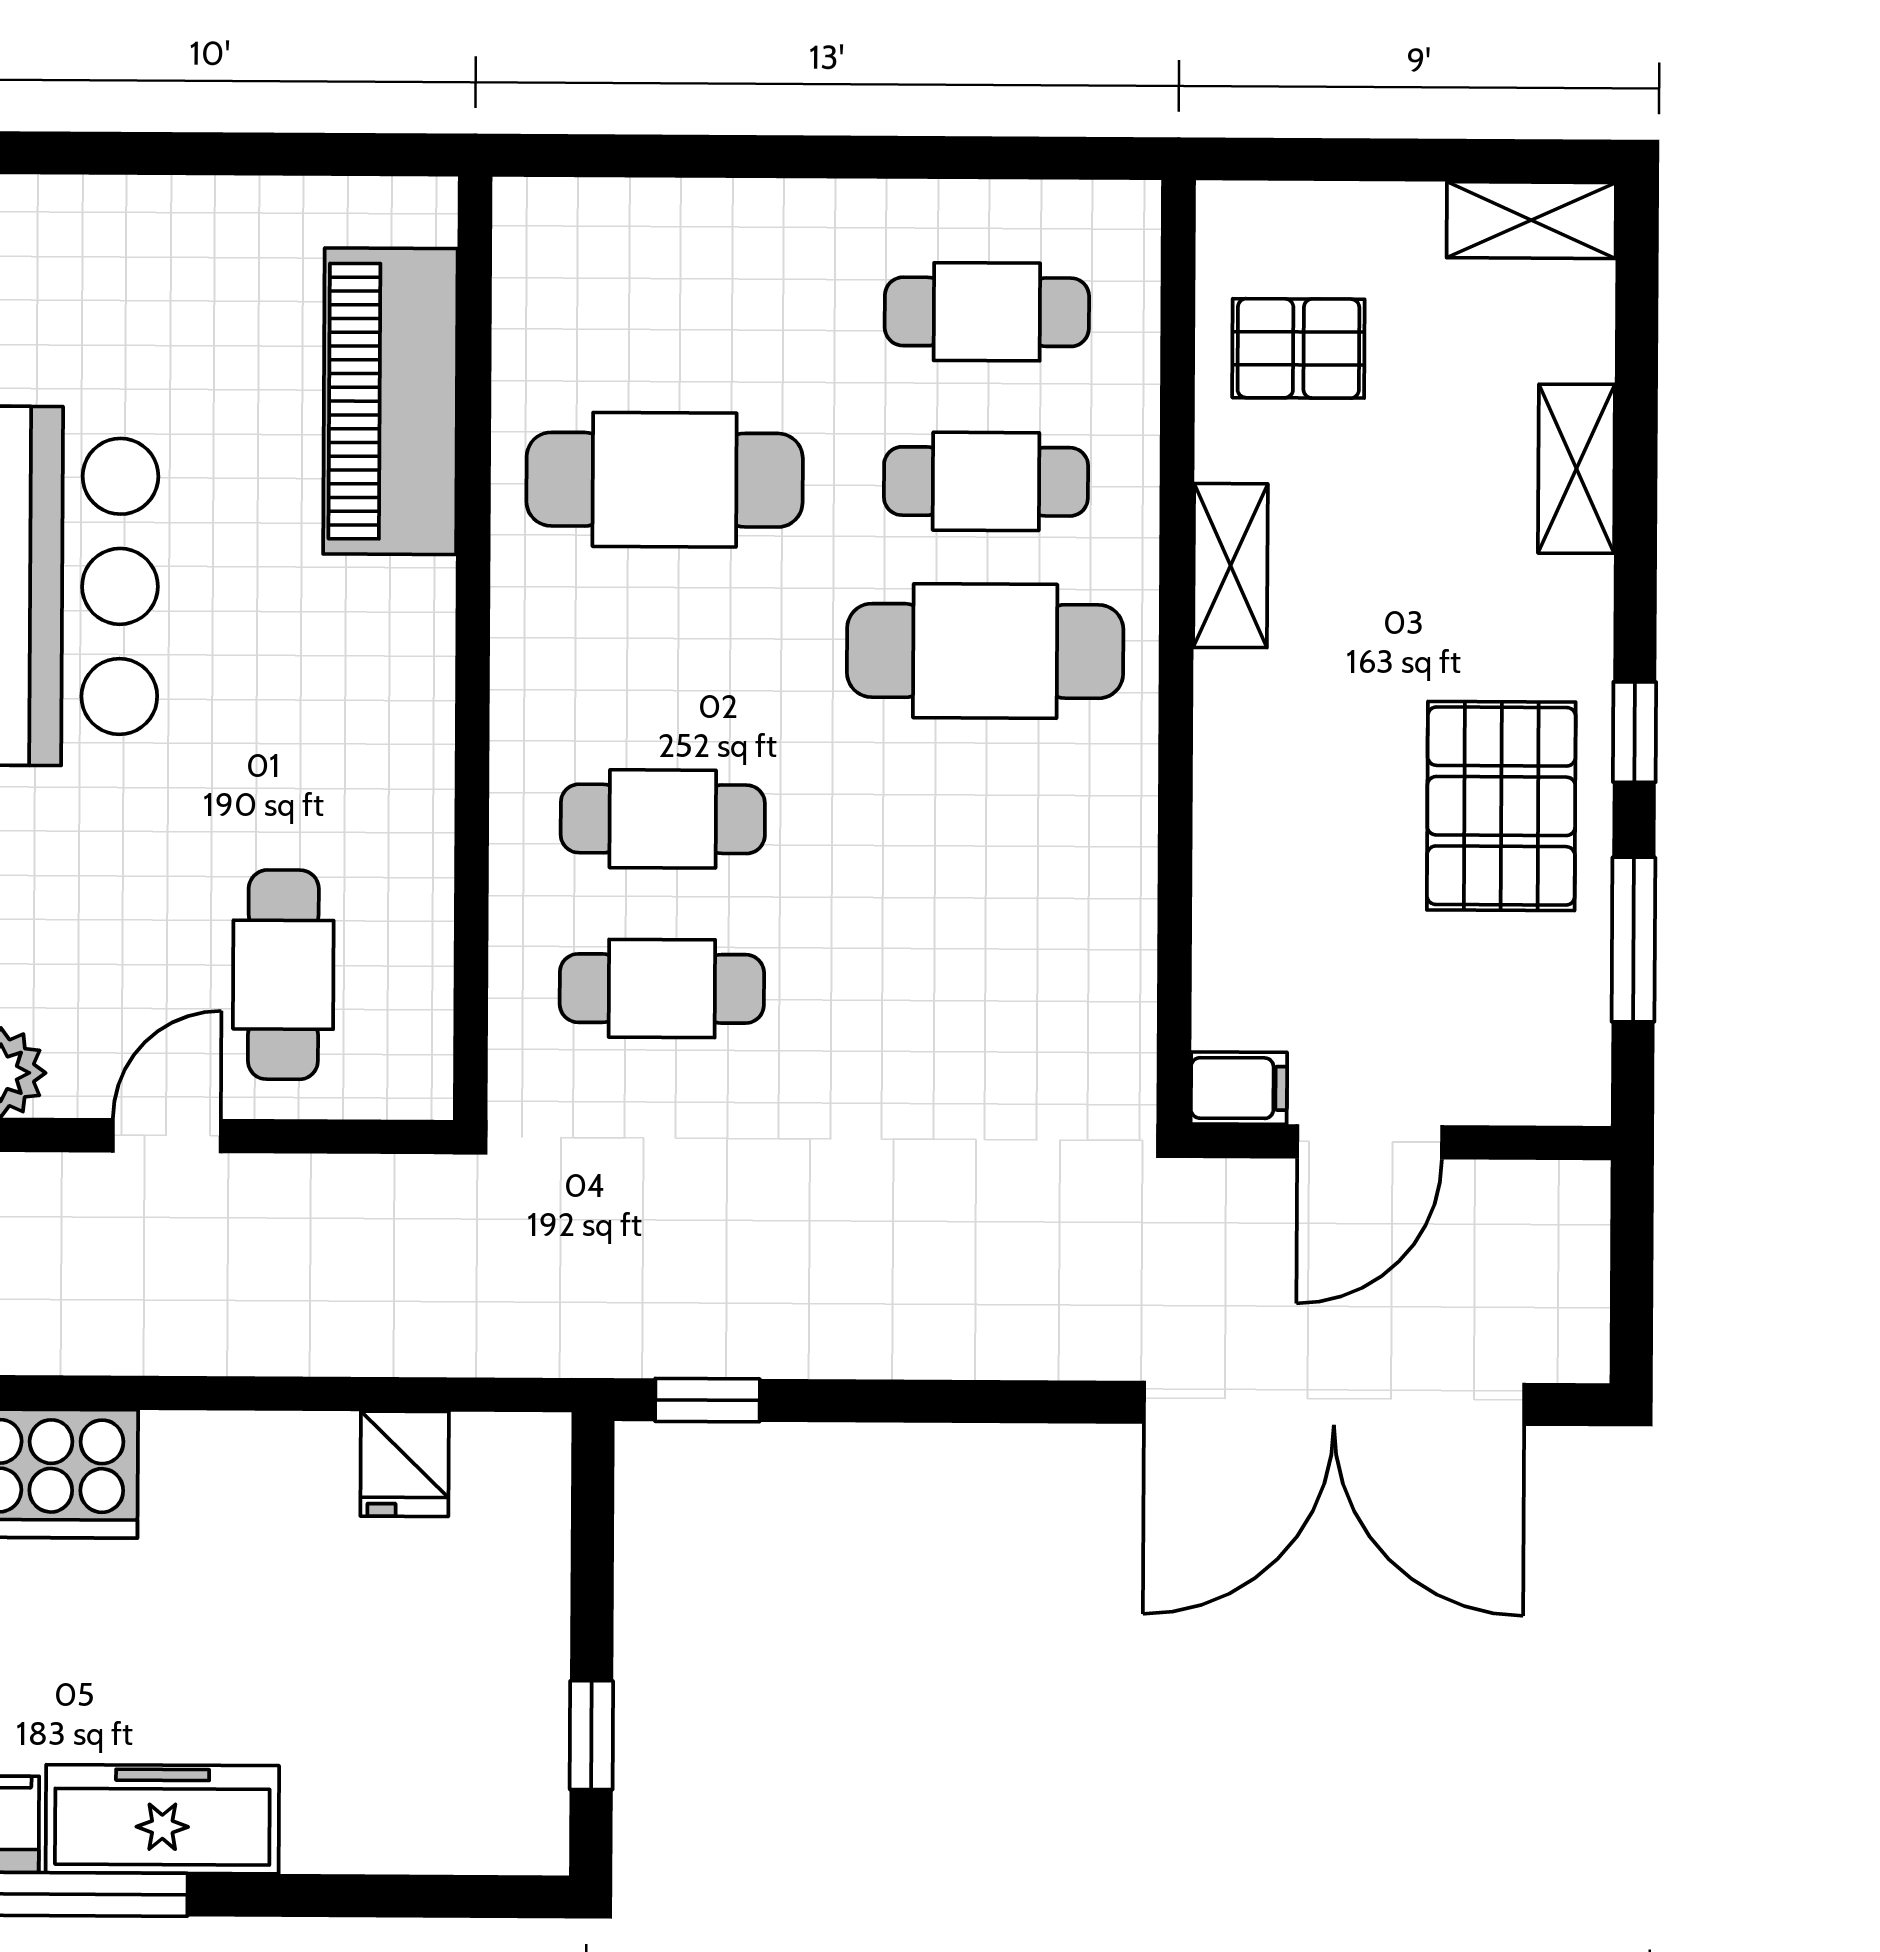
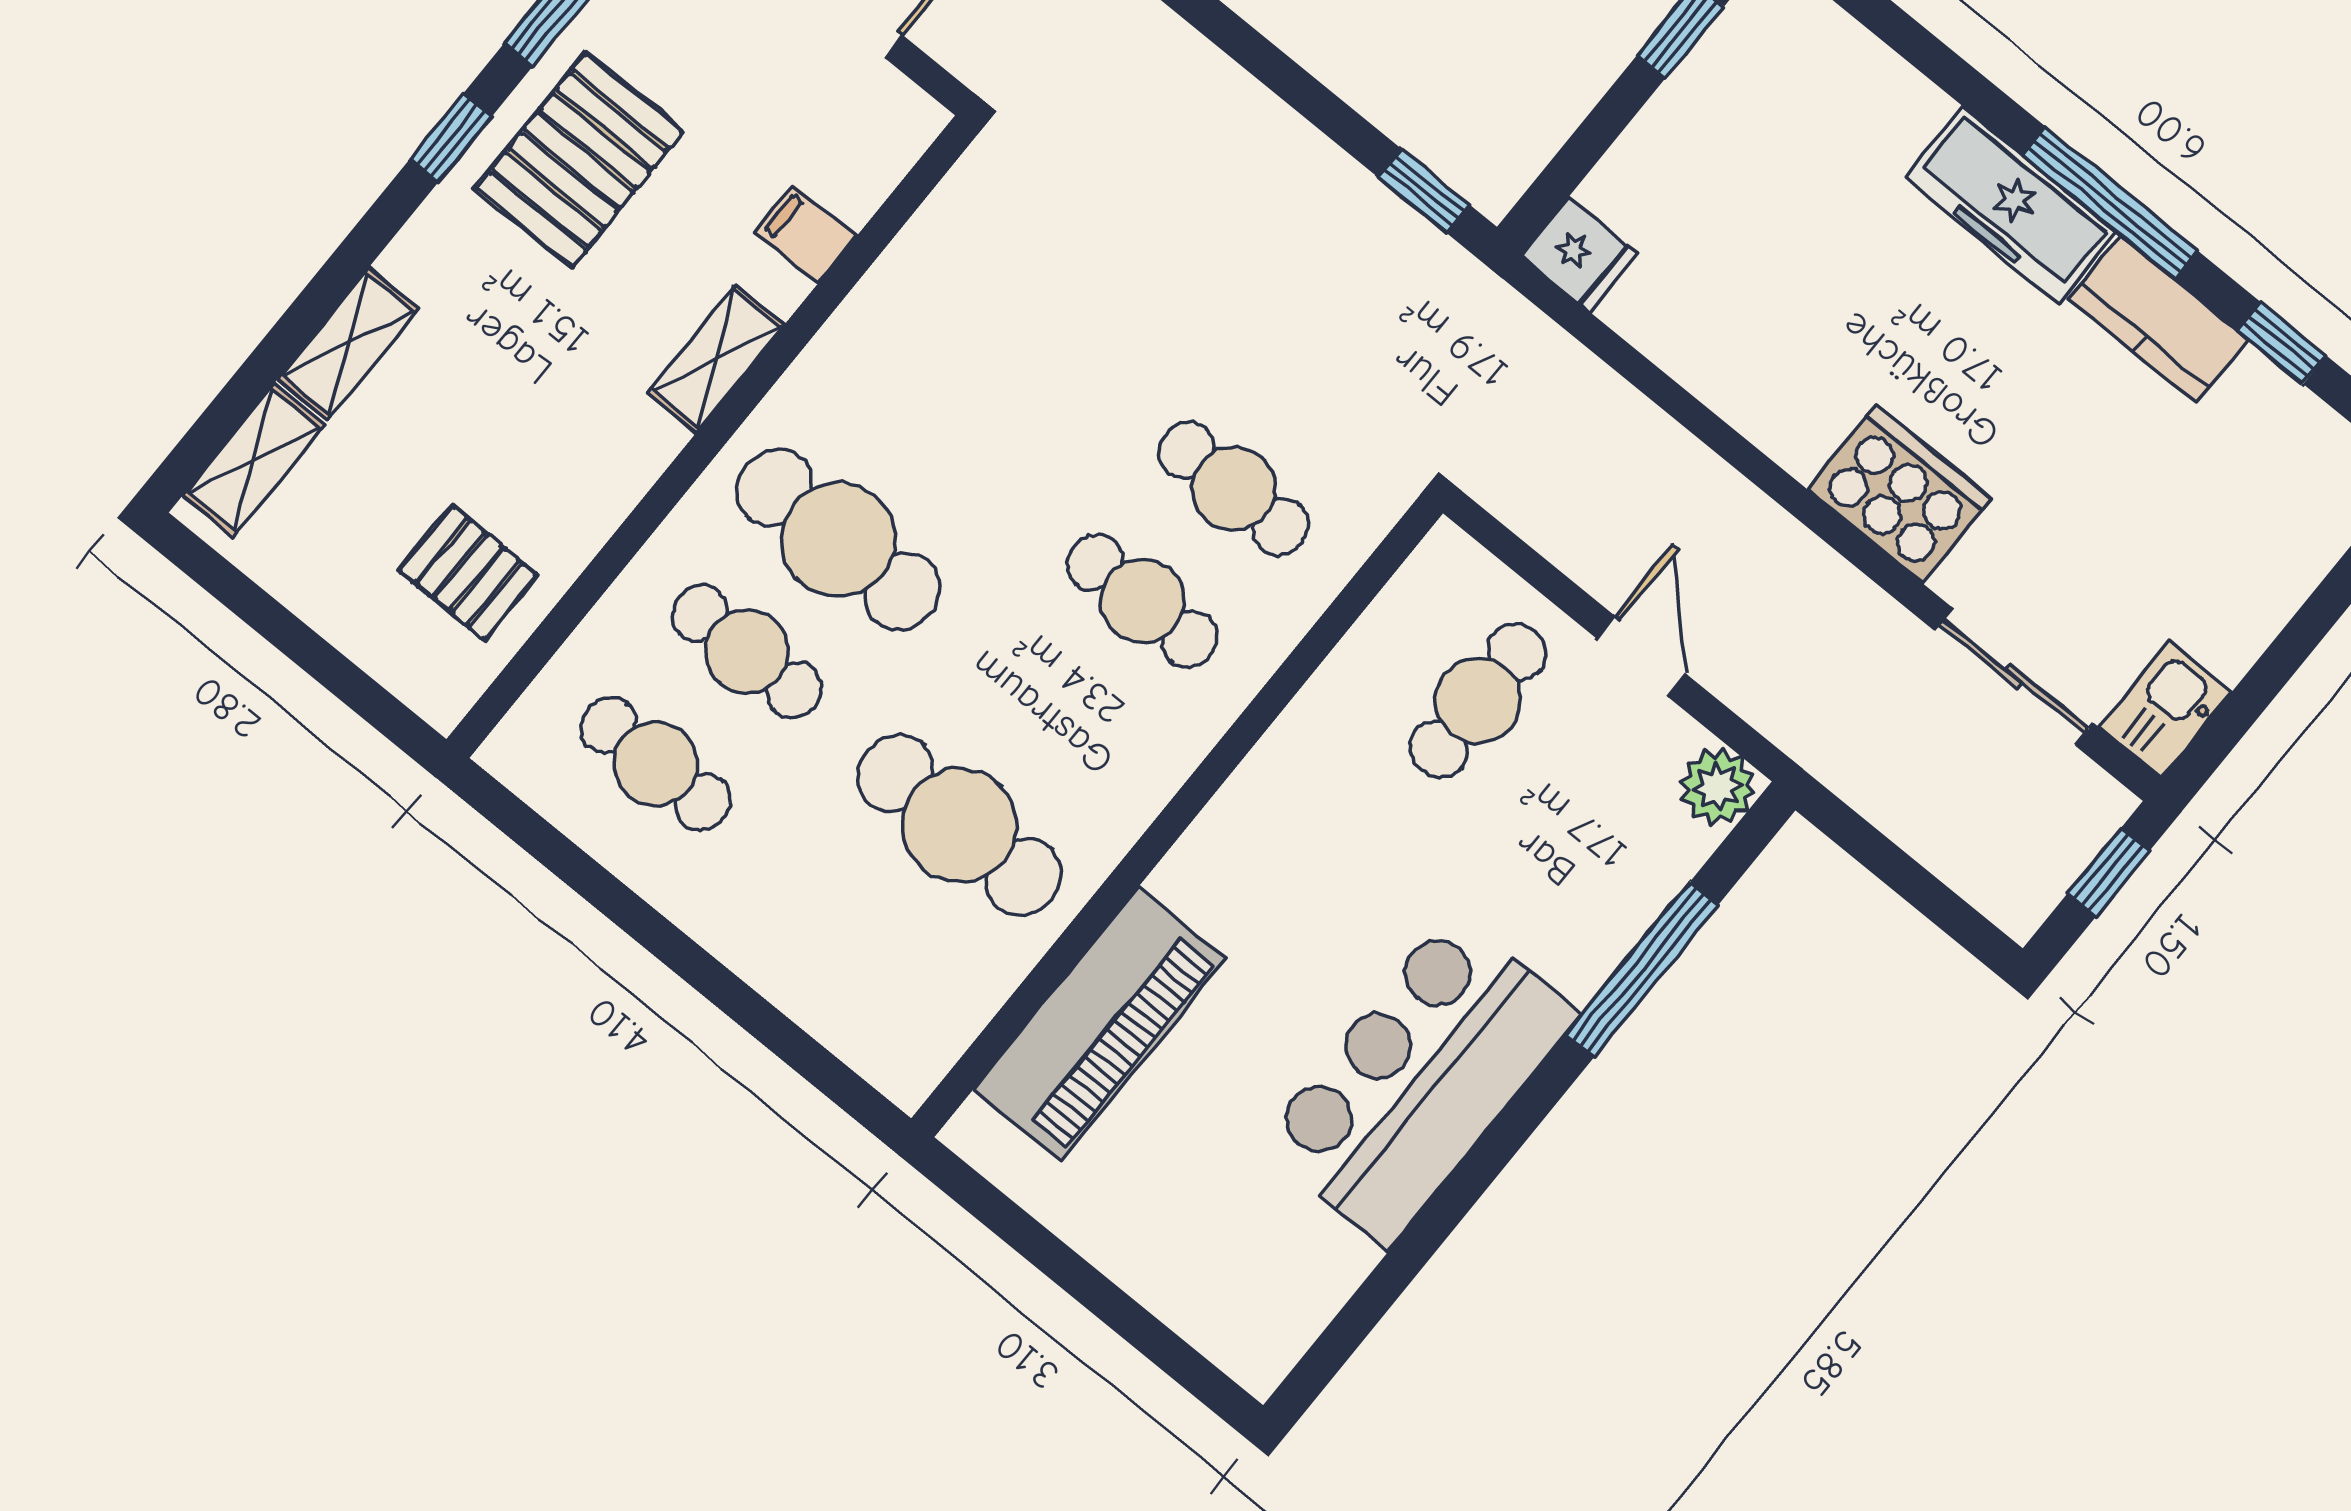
shelving: (1531, 220) -> (253, 460), moved, turned 90
shelving: (1231, 566) -> (716, 359), moved
filing cabinet: (1239, 1088) -> (806, 234), moved
door: (167, 1136) -> (1641, 656), swing flipped
fridge: (405, 1464) -> (1579, 255), moved, turned 90

